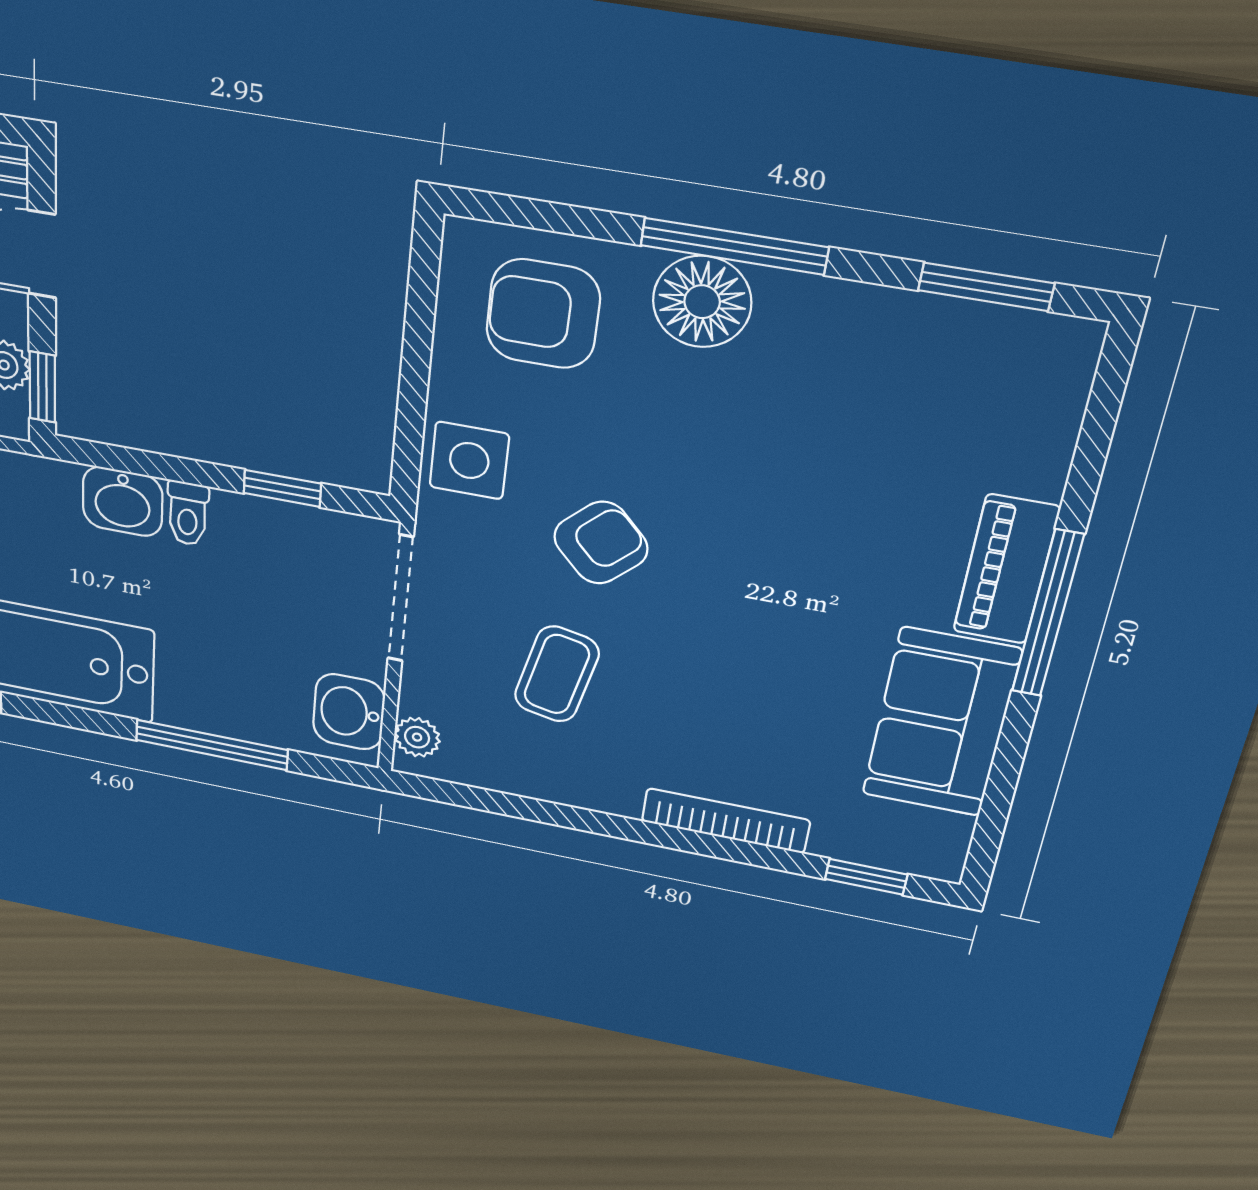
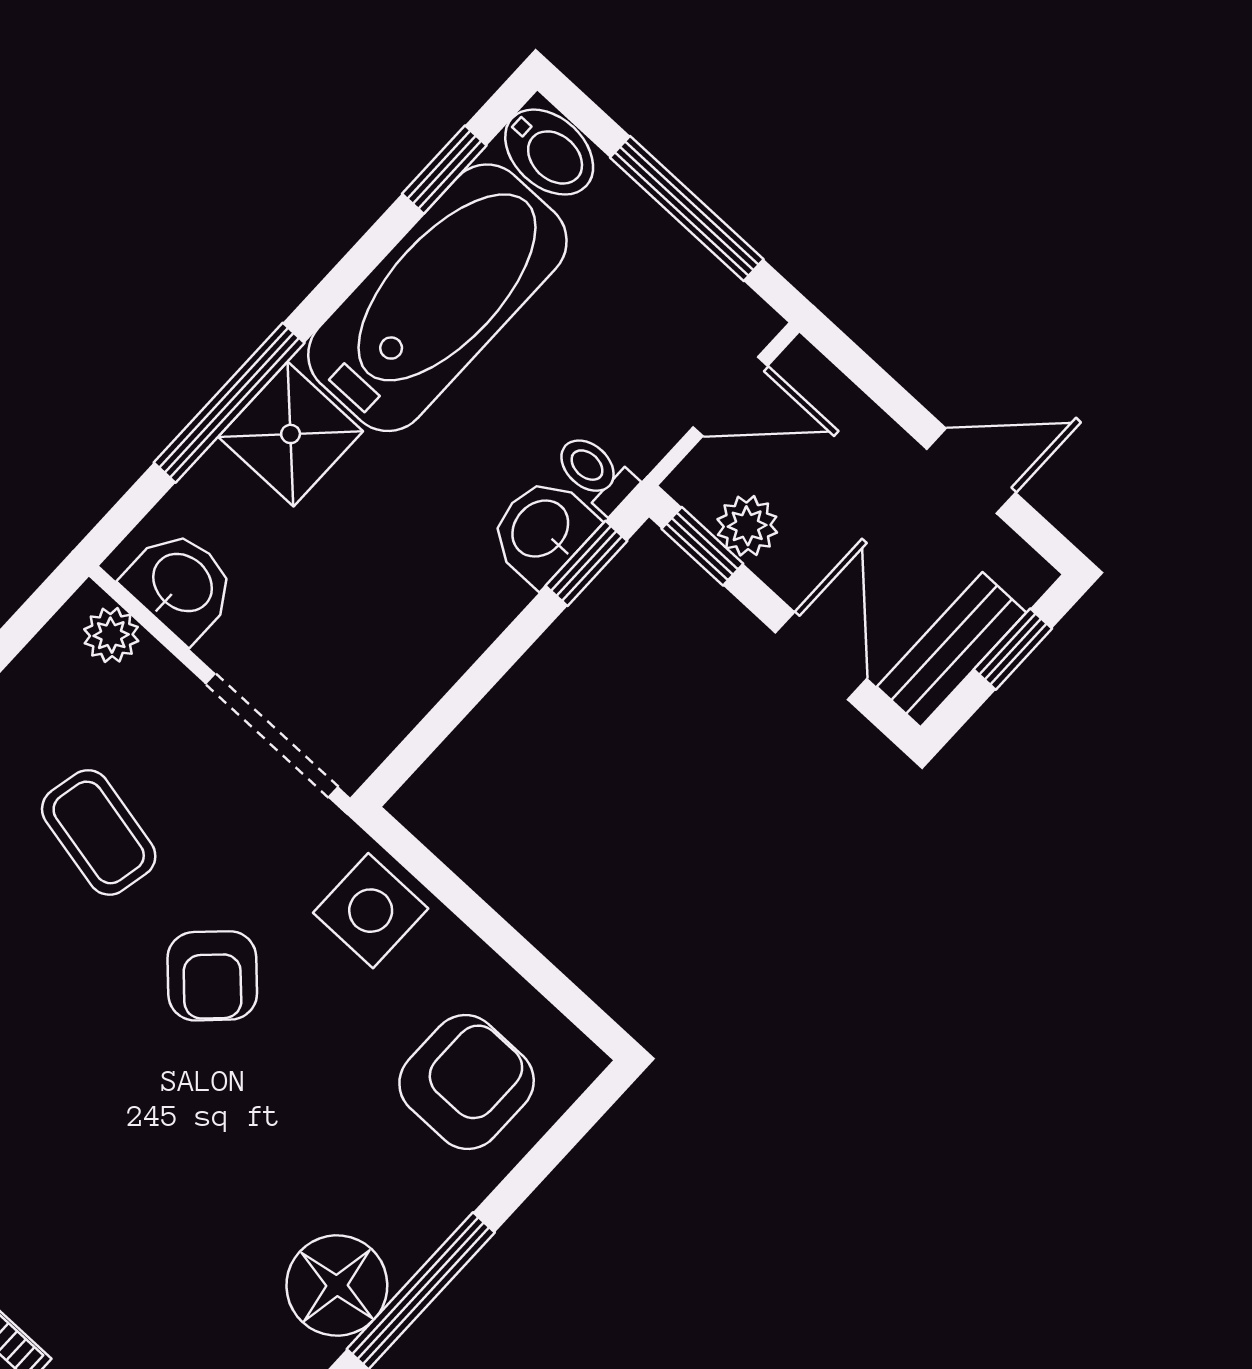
floor lamp: (702, 302) -> (337, 1286), moved
window: (282, 488) -> (586, 563), moved
toilet: (188, 513) -> (595, 473), moved
shower: (199, 697) -> (291, 434), added

